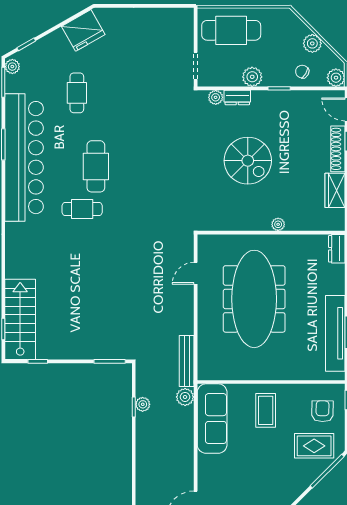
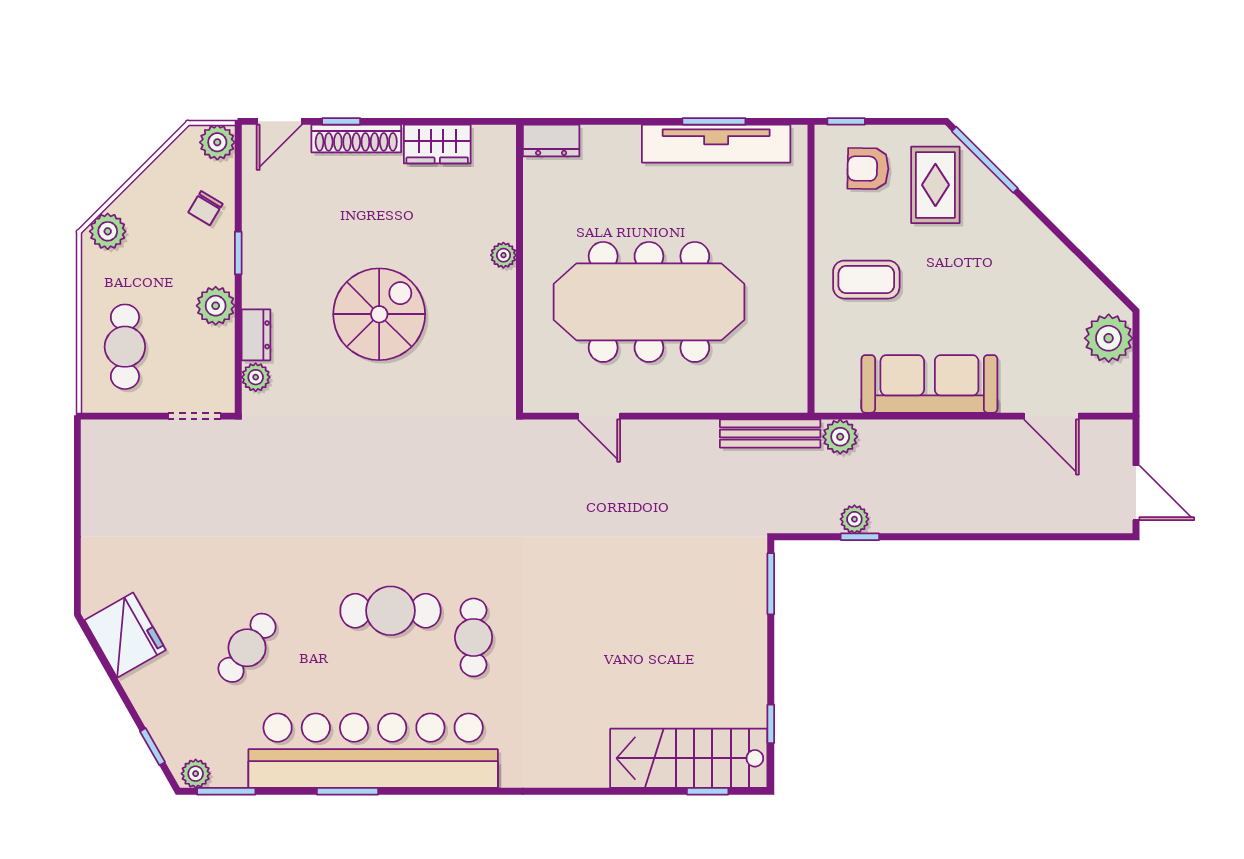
cafe table: (231, 30) -> (125, 347), width x0.73, depth x0.74
plant: (312, 43) -> (108, 231), moved
cafe table: (77, 93) -> (247, 648), turned -54
sofa: (212, 419) -> (929, 384), moved

